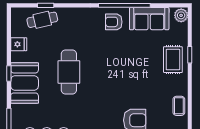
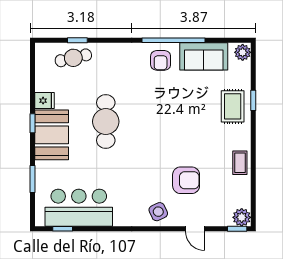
armchair: (114, 22) -> (161, 60), turned -90
fridge: (19, 44) -> (45, 101), moved

